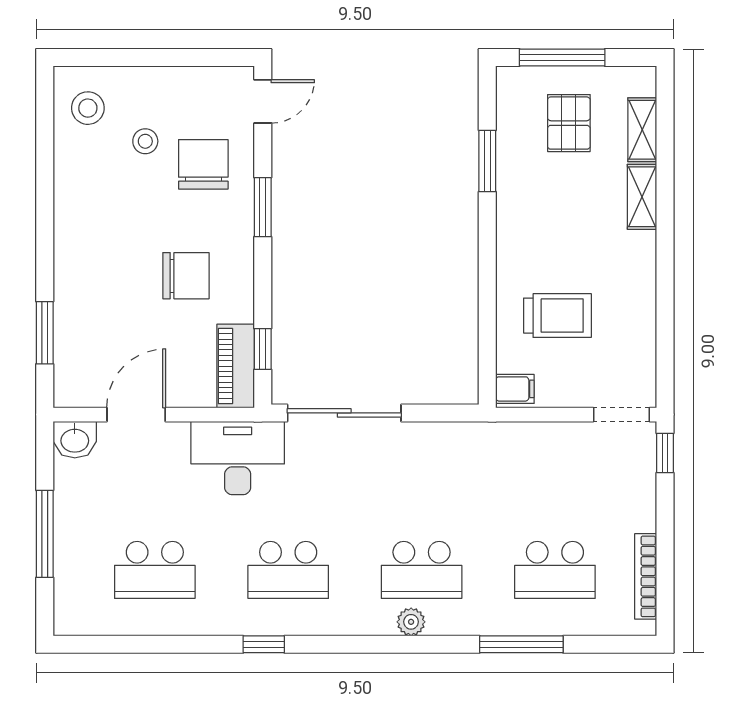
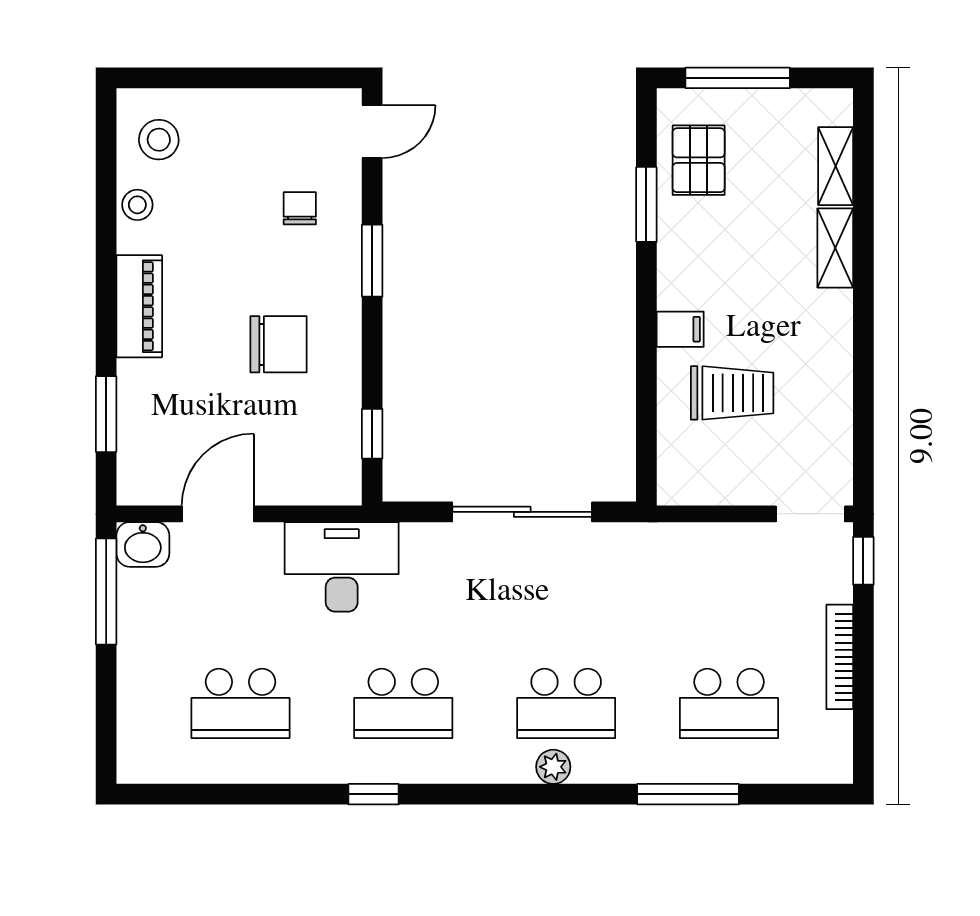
pallet: (569, 123) -> (699, 160), moved
stool: (145, 141) -> (137, 205), moved
chair: (203, 164) -> (300, 208), width x0.54, depth x0.54
piano: (236, 366) -> (139, 306), moved, turned 180
filing cabinet: (515, 389) -> (680, 329), moved
sliding door: (344, 413) -> (522, 512), moved
window: (45, 534) -> (106, 591), moved
bookcase: (646, 576) -> (840, 657), moved

